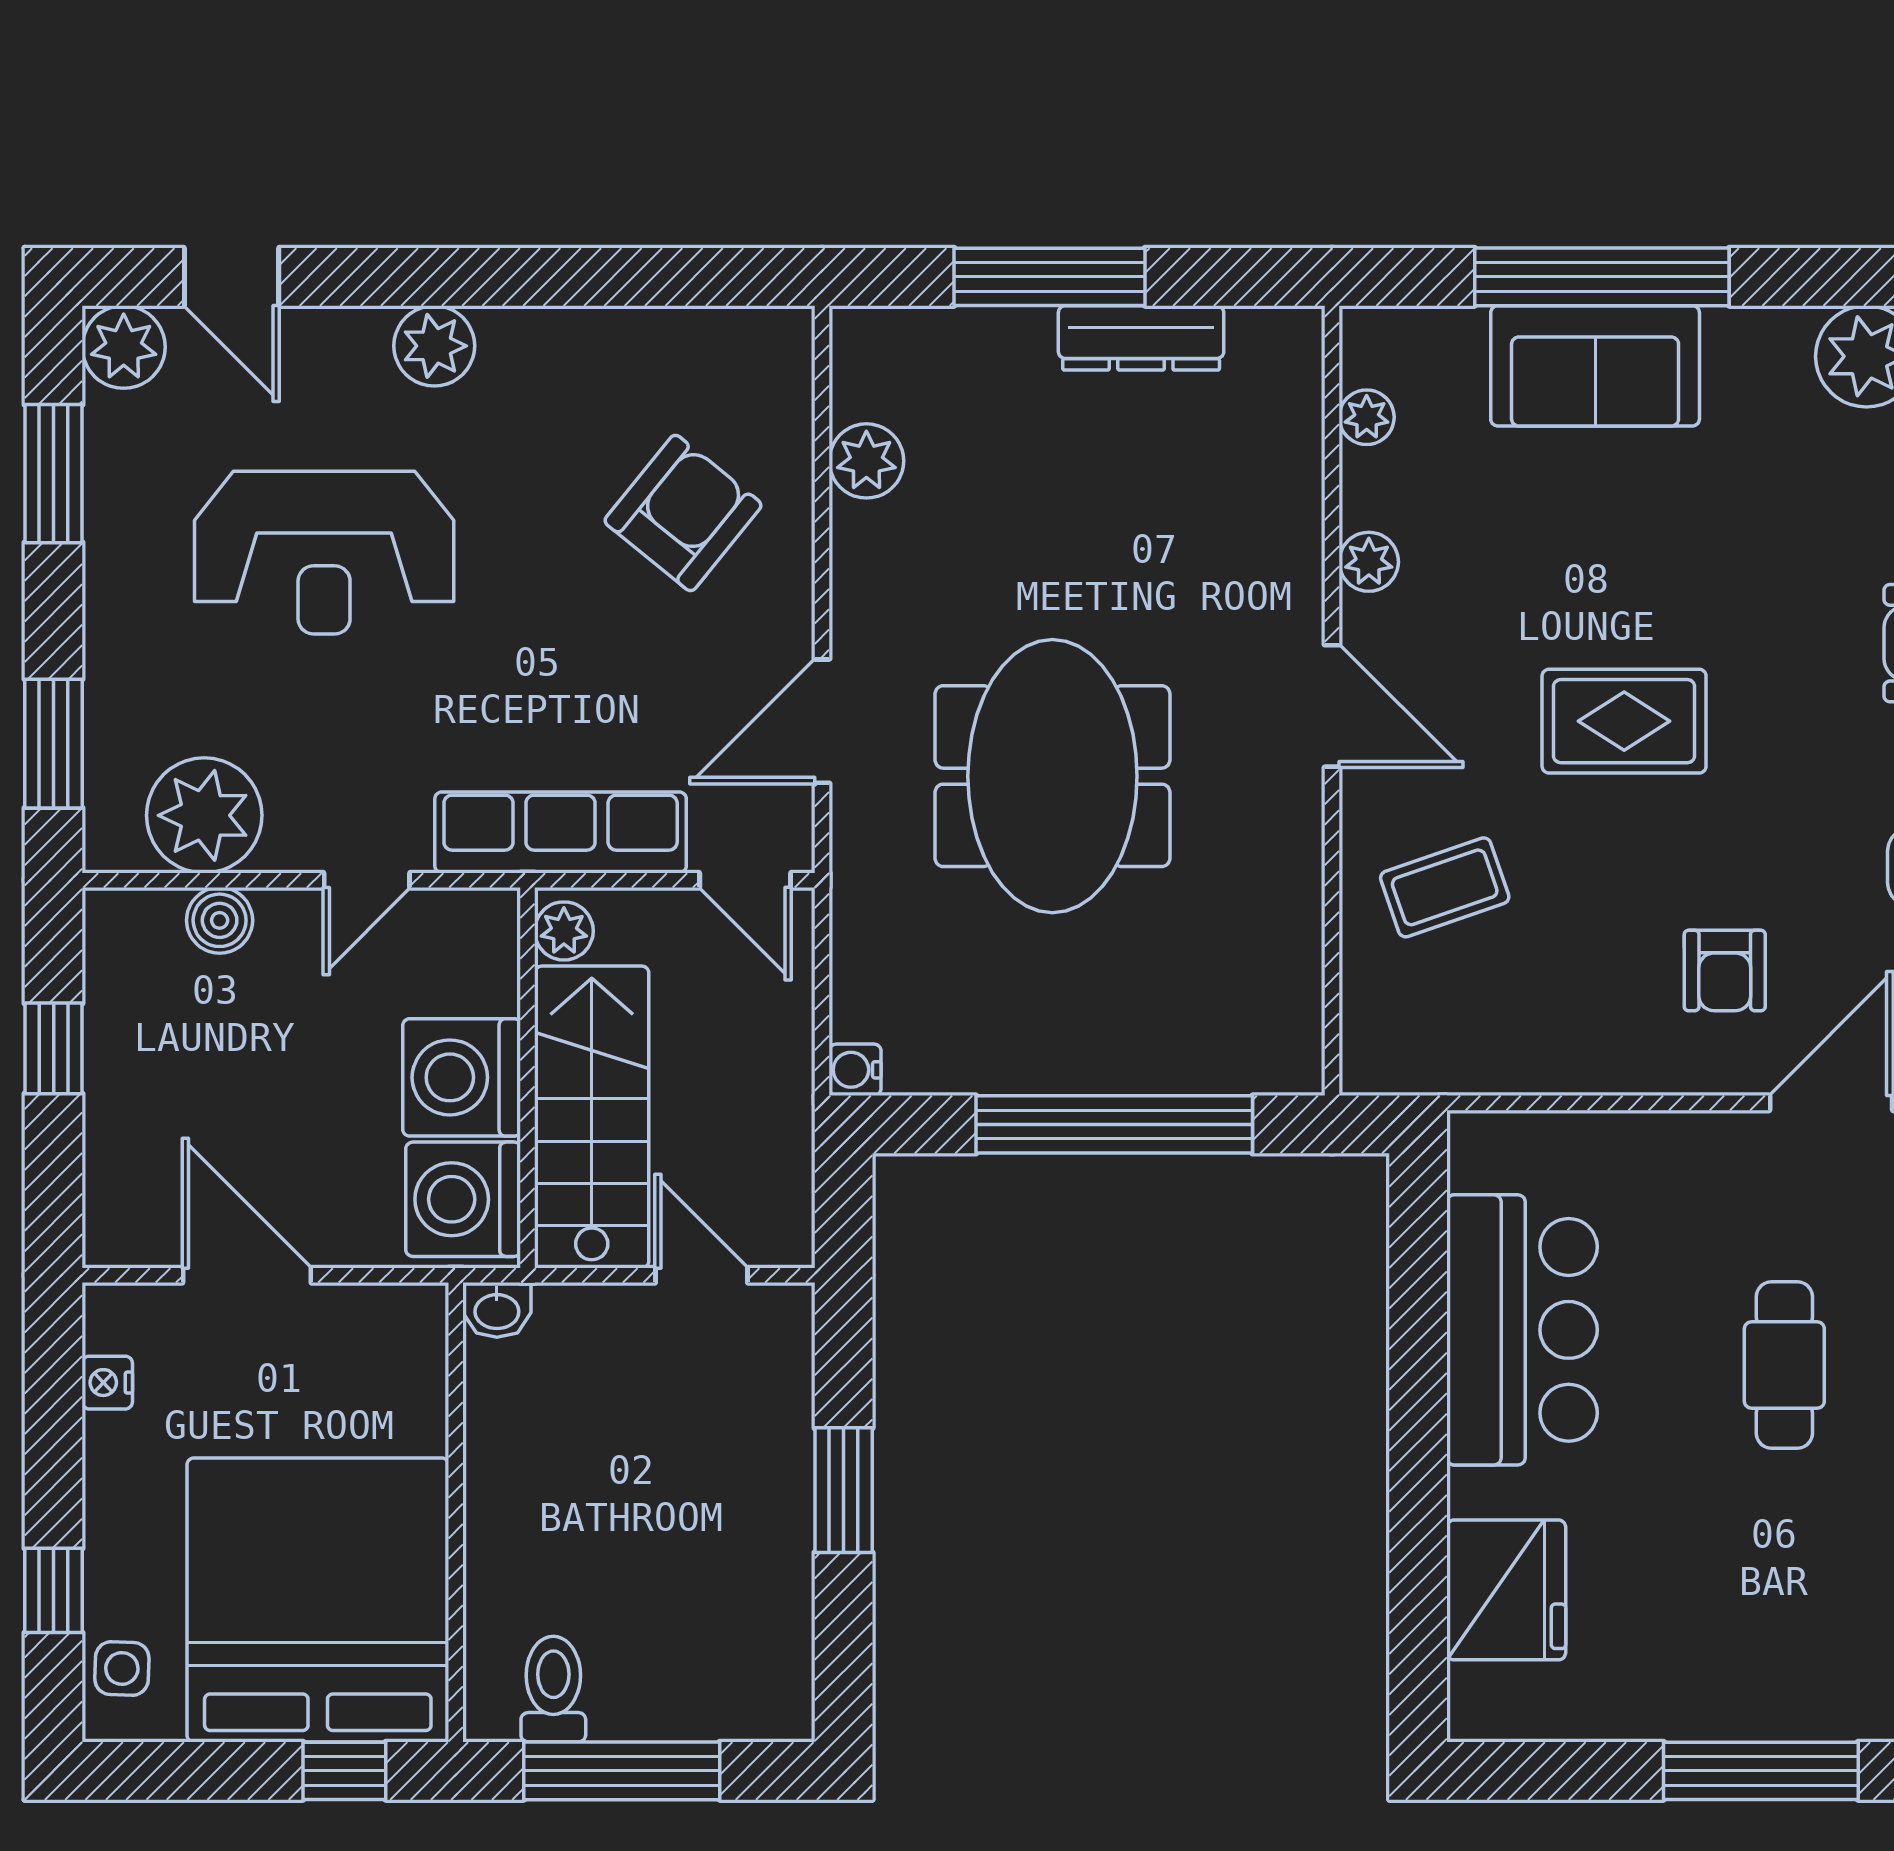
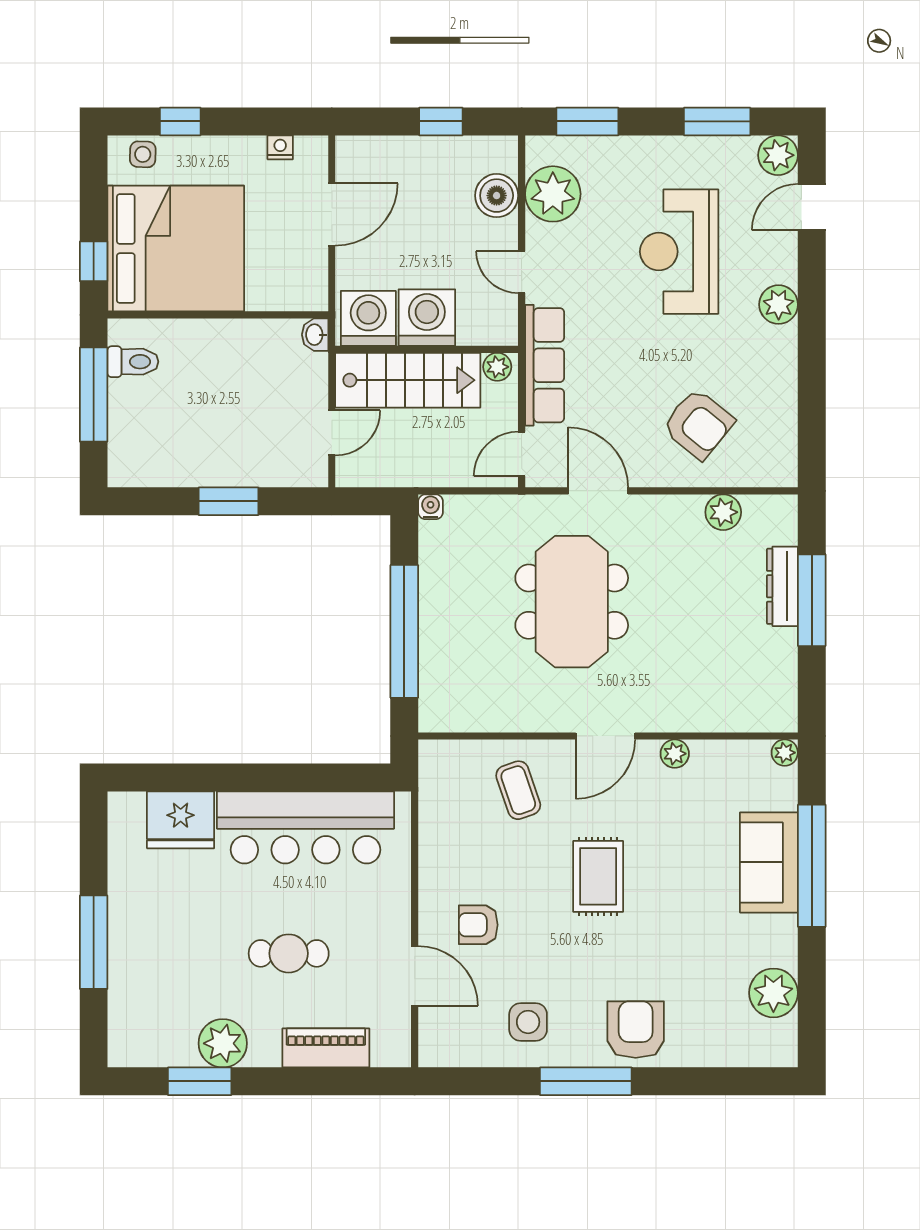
dresser: (1141, 338) -> (782, 586), moved
plant: (1367, 417) -> (785, 753), moved
meeting table: (1052, 776) -> (572, 602), turned 90
boiler: (220, 920) -> (497, 196), width x1.36, depth x1.36
bar counter: (1522, 1330) -> (306, 827), width x1.36

